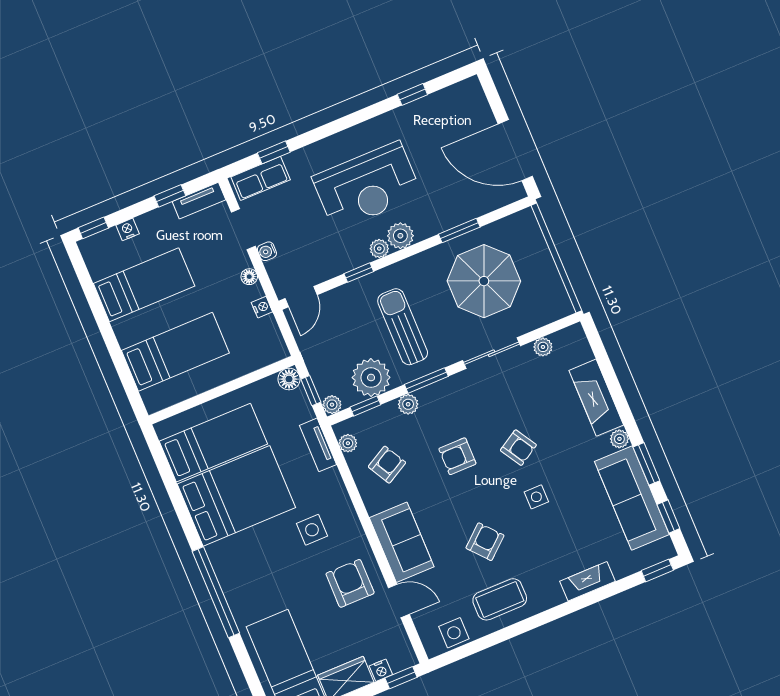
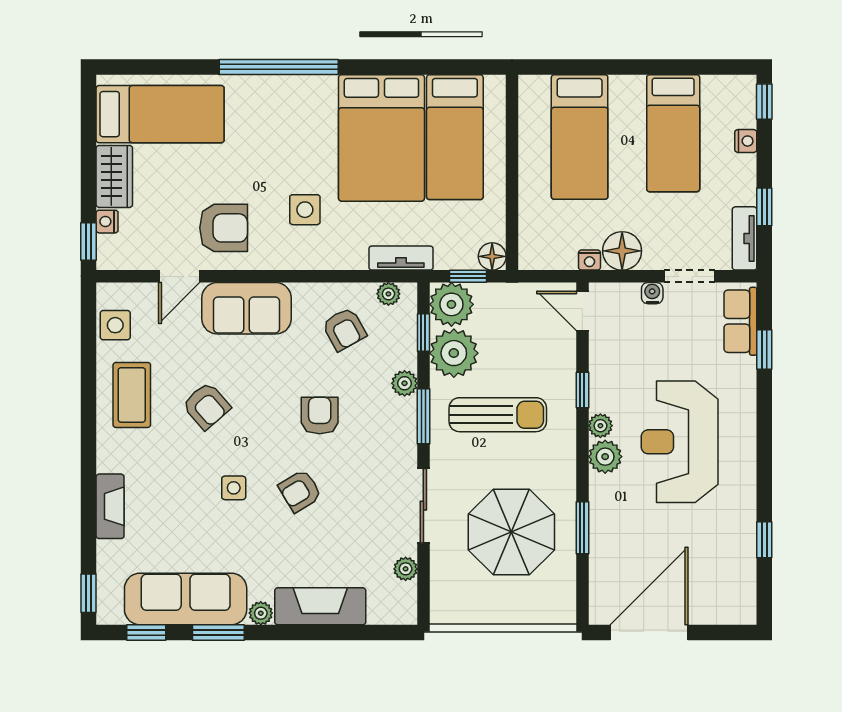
floor lamp: (249, 277) -> (622, 251), width x1.89, depth x1.89
plant: (332, 405) -> (451, 304), width x1.87, depth x1.87

